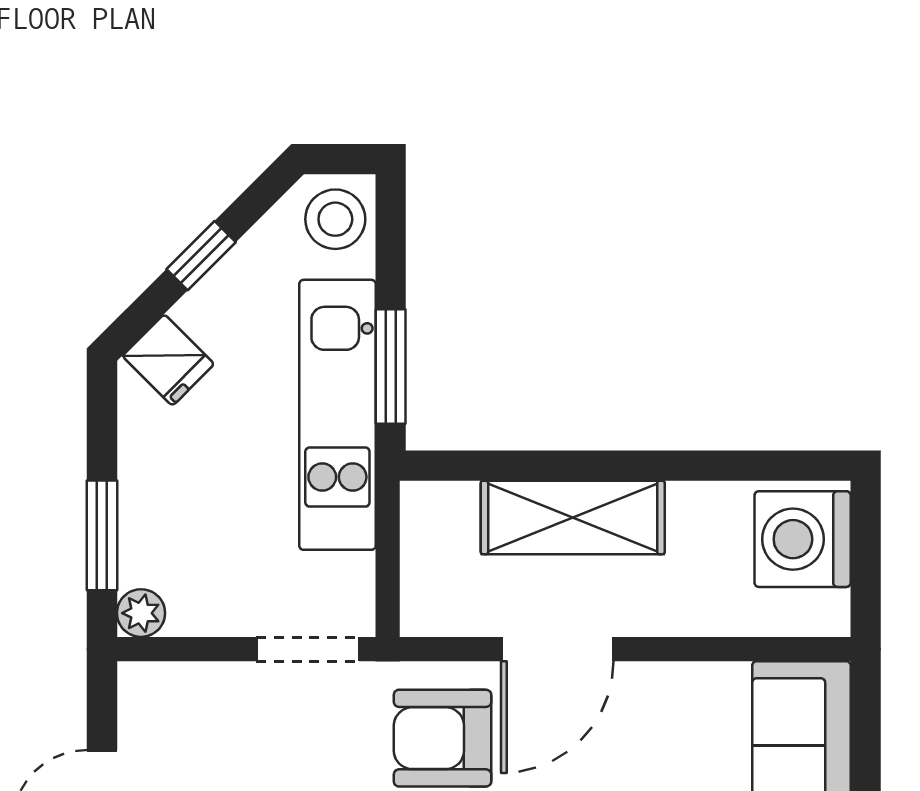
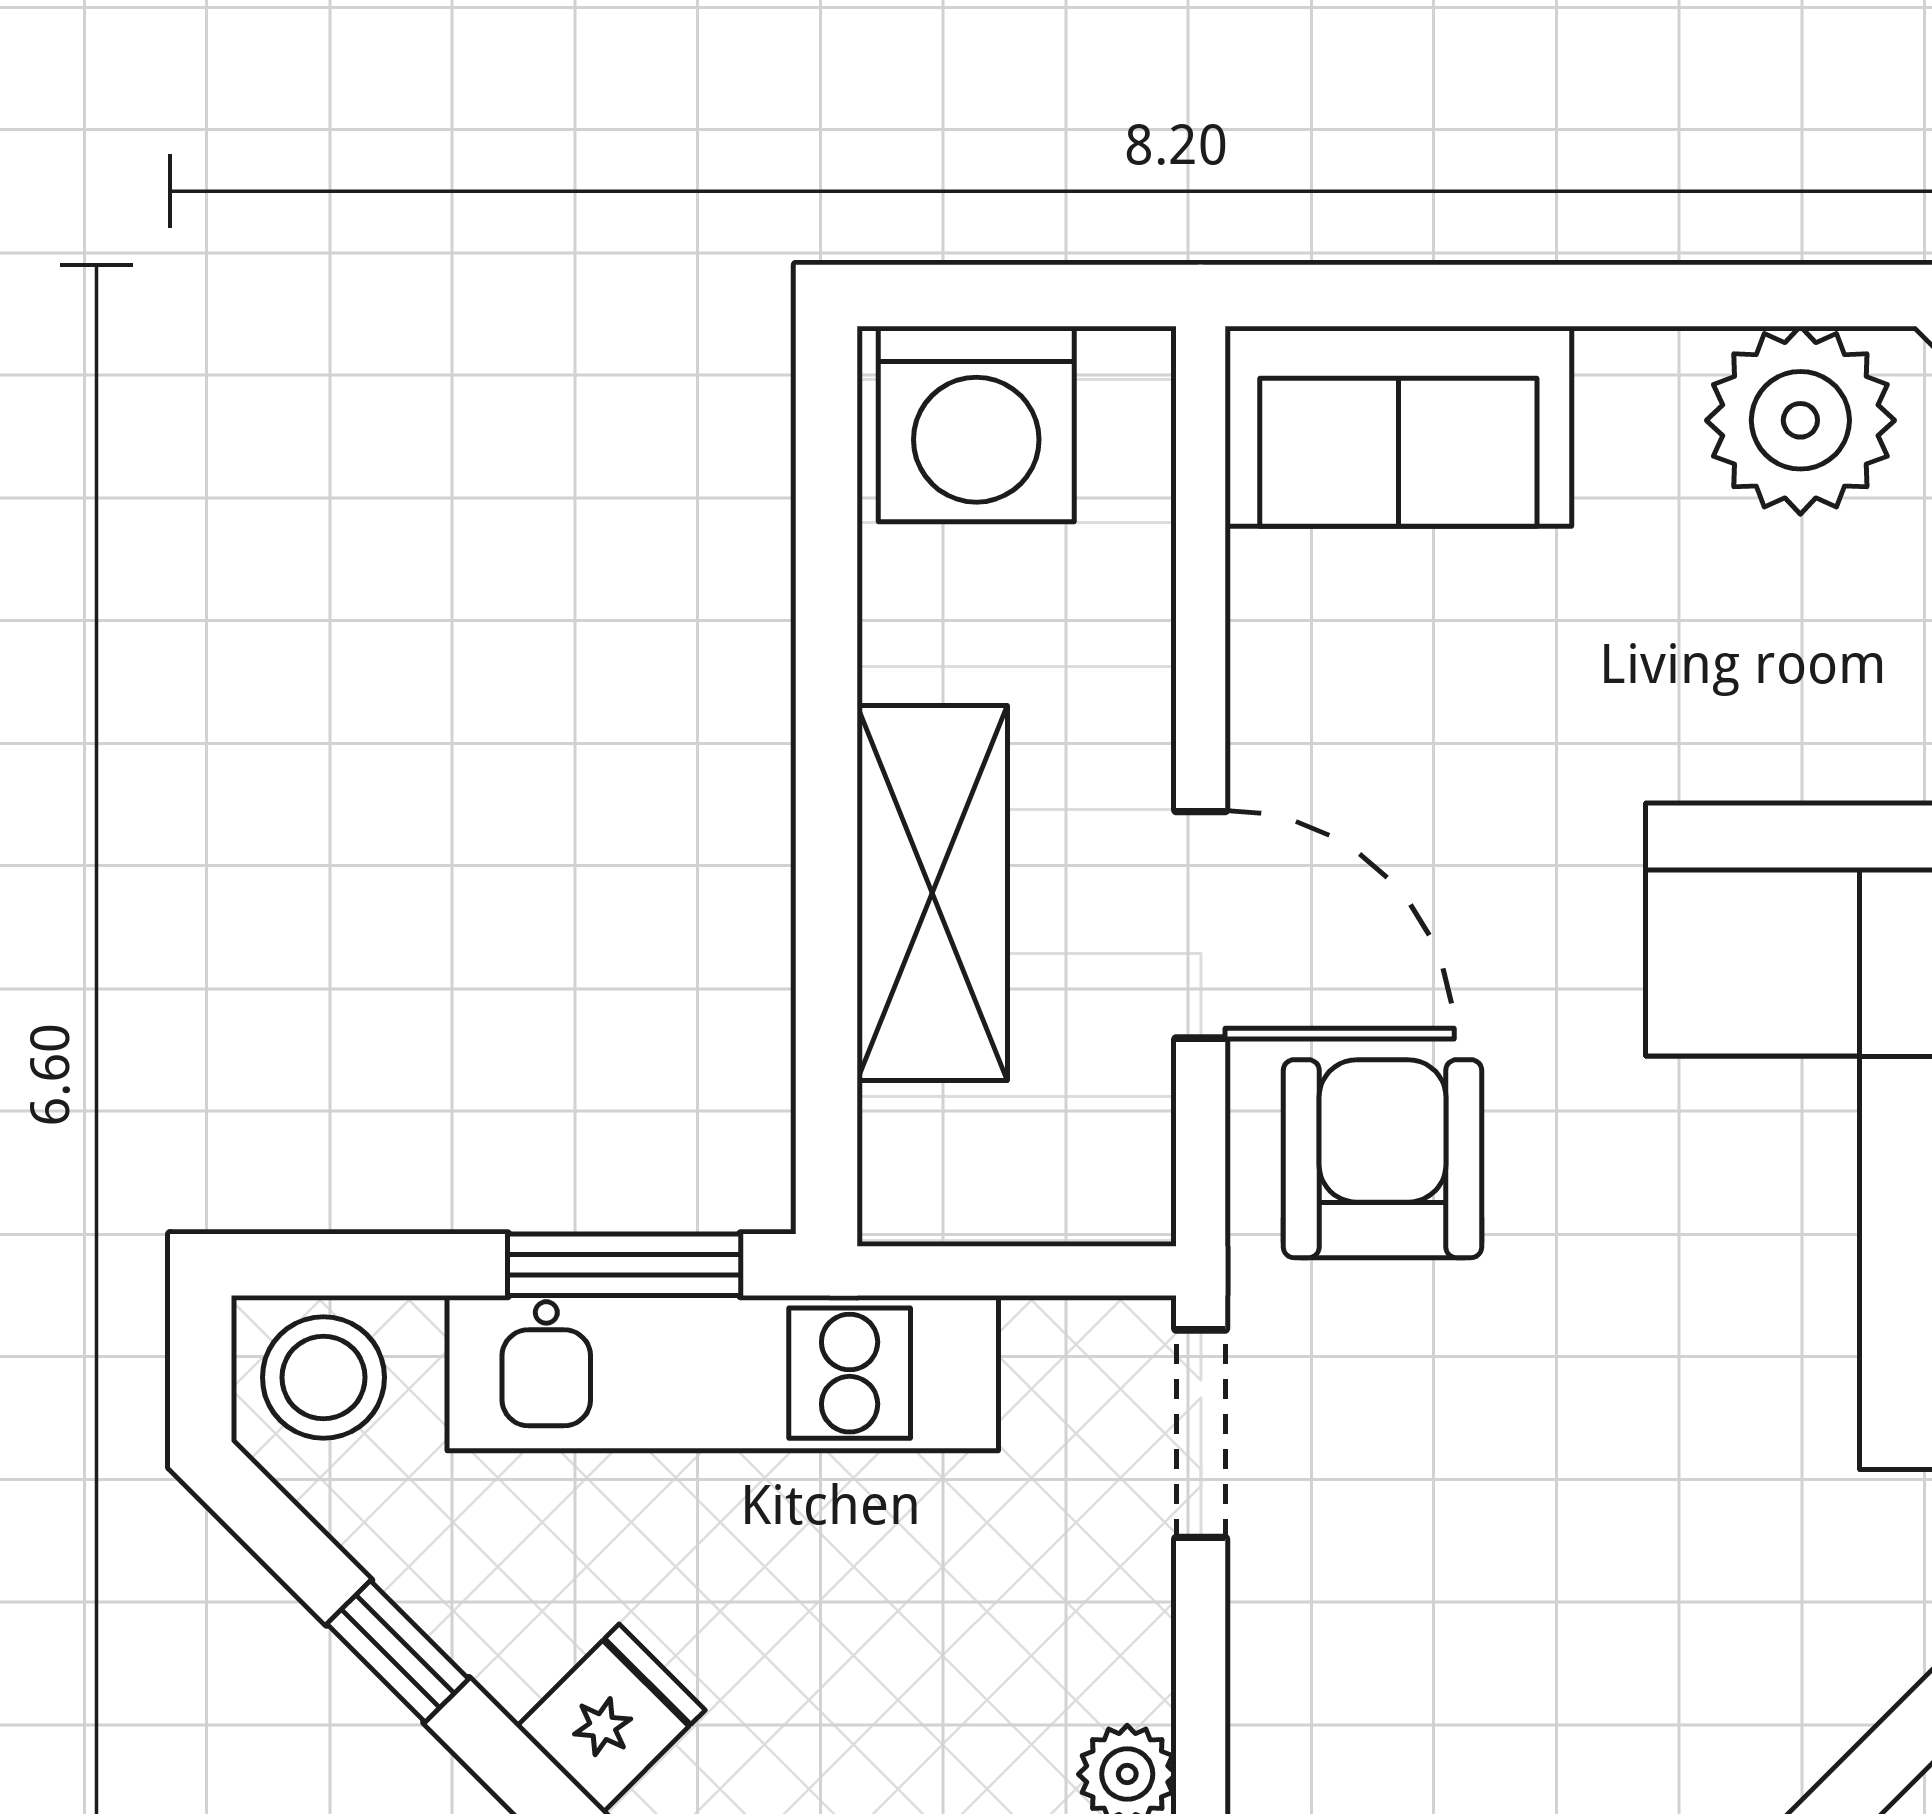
armchair: (443, 738) -> (1382, 1159), turned 180

